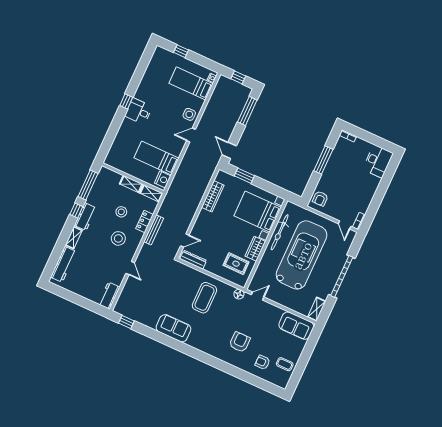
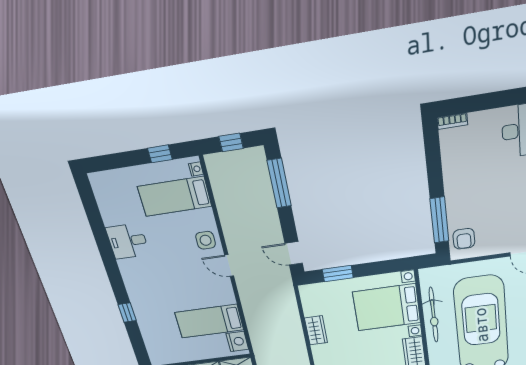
window: (181, 51) -> (160, 154), moved
window: (126, 101) -> (127, 313), moved
desk: (139, 111) -> (128, 241), moved
door: (191, 135) -> (229, 266), hinge flipped
window: (323, 160) -> (439, 220), moved
wardrobe: (213, 196) -> (316, 330), width x0.67

